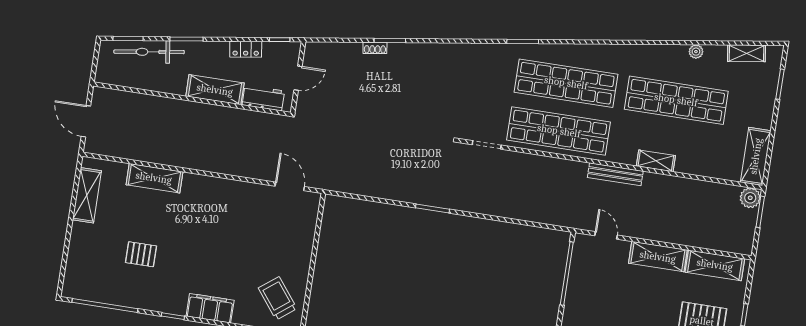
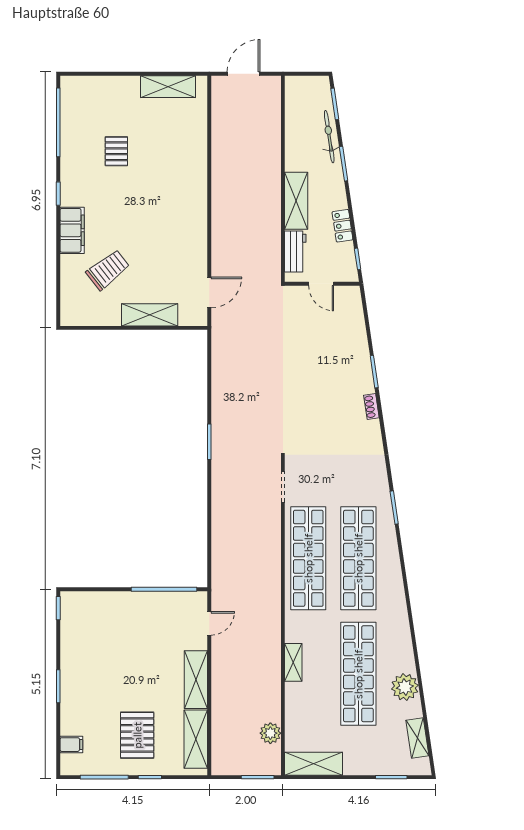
shoe rack: (375, 48) -> (371, 406), moved
bicycle: (149, 52) -> (329, 137), width x0.73, depth x0.71
plant: (696, 52) -> (405, 687), width x1.88, depth x1.88
bench: (615, 174) -> (273, 623), removed
shelving: (154, 178) -> (150, 315), moved, turned 90
plant: (750, 198) -> (270, 733), moved
trolley: (278, 298) -> (108, 270), moved

